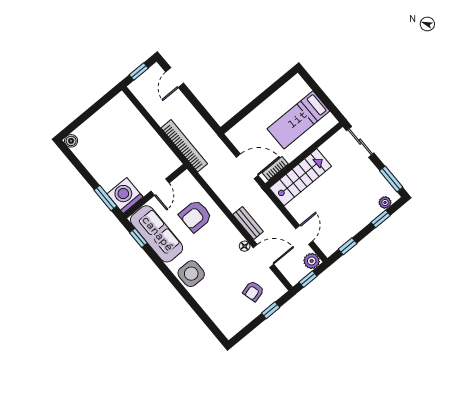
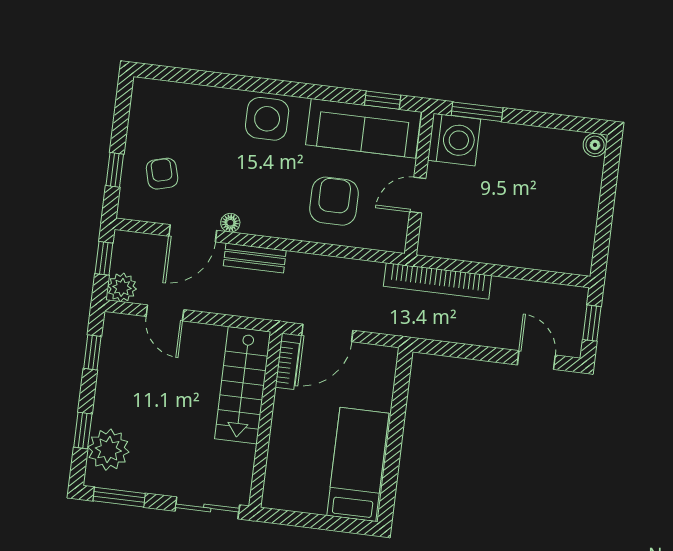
bed: (298, 120) -> (358, 464), moved
door: (160, 187) -> (418, 195), hinge flipped
plant: (385, 203) -> (108, 450), width x1.87, depth x1.87

